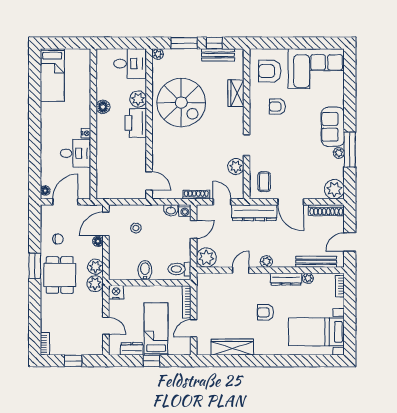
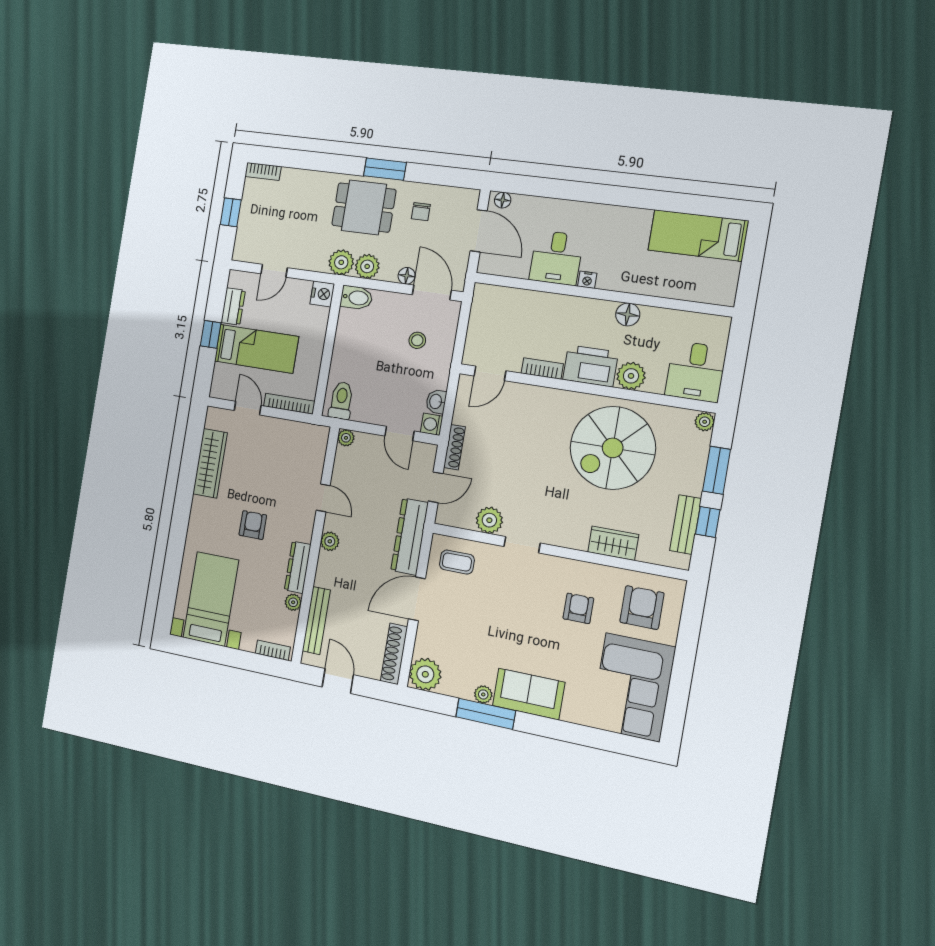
bookcase: (142, 151) -> (542, 369), added
plant: (206, 258) -> (346, 438), width x0.53, depth x0.53
bidet: (145, 270) -> (356, 298), moved

